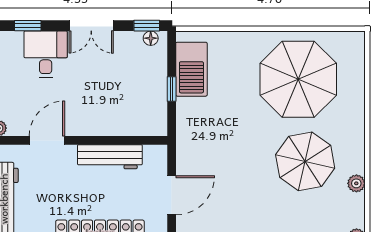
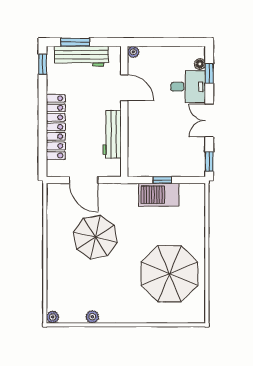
floor lamp: (151, 38) -> (200, 64), moved
barbecue: (191, 69) -> (159, 195), moved
parasol: (305, 161) -> (95, 237), moved

